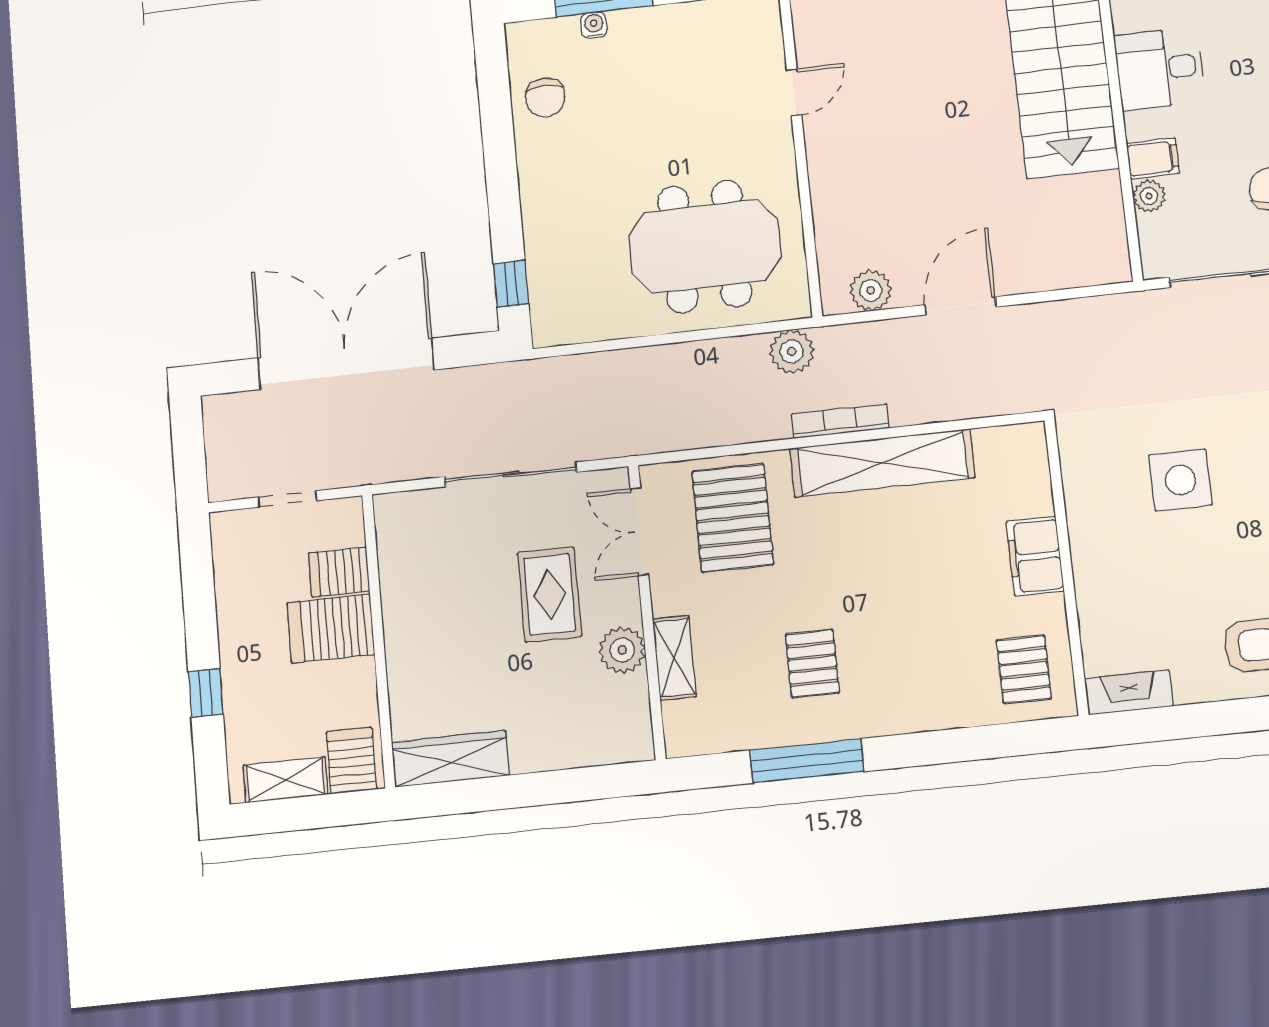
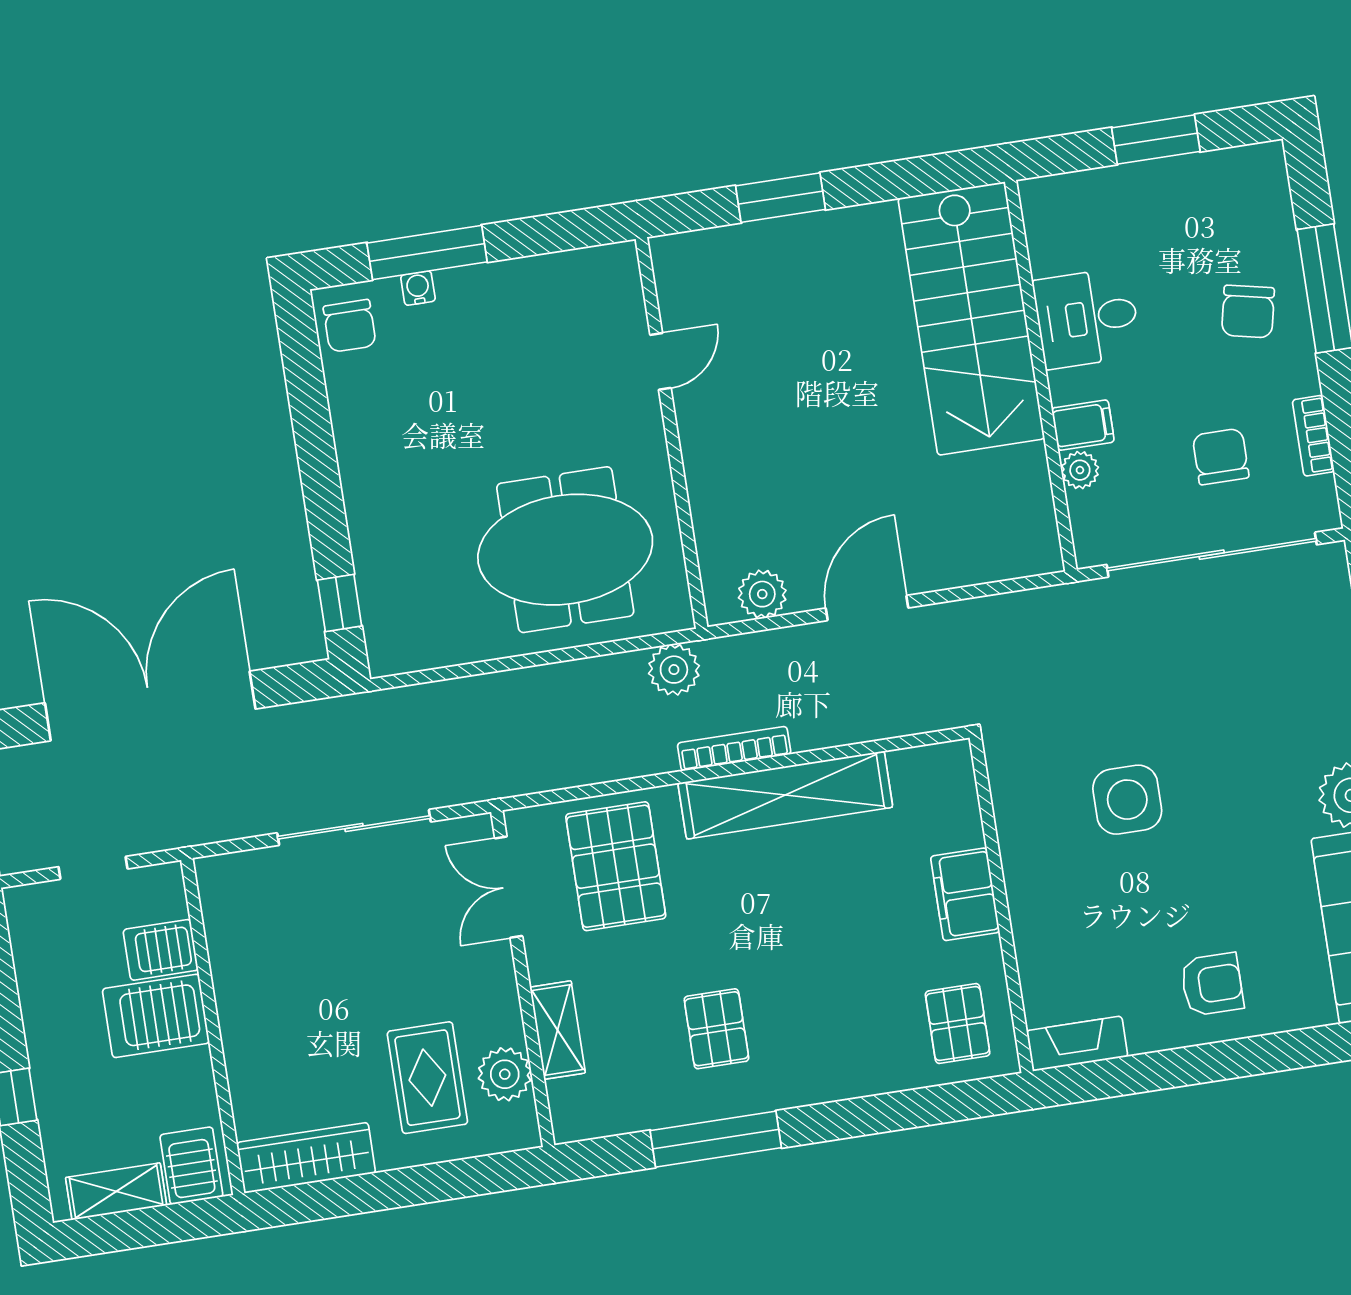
chair: (545, 98) -> (350, 326), moved
rug: (550, 595) -> (427, 1078), moved
plant: (622, 650) -> (505, 1074), moved

